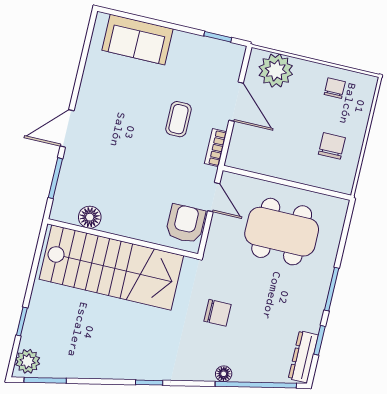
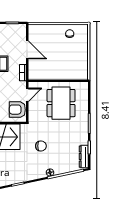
plant: (276, 71) -> (42, 32), removed
chair: (332, 146) -> (74, 60), removed
door: (214, 197) -> (27, 95), hinge flipped
armchair: (185, 224) -> (17, 110), turned -90
dining table: (282, 232) -> (61, 103), turned 90

